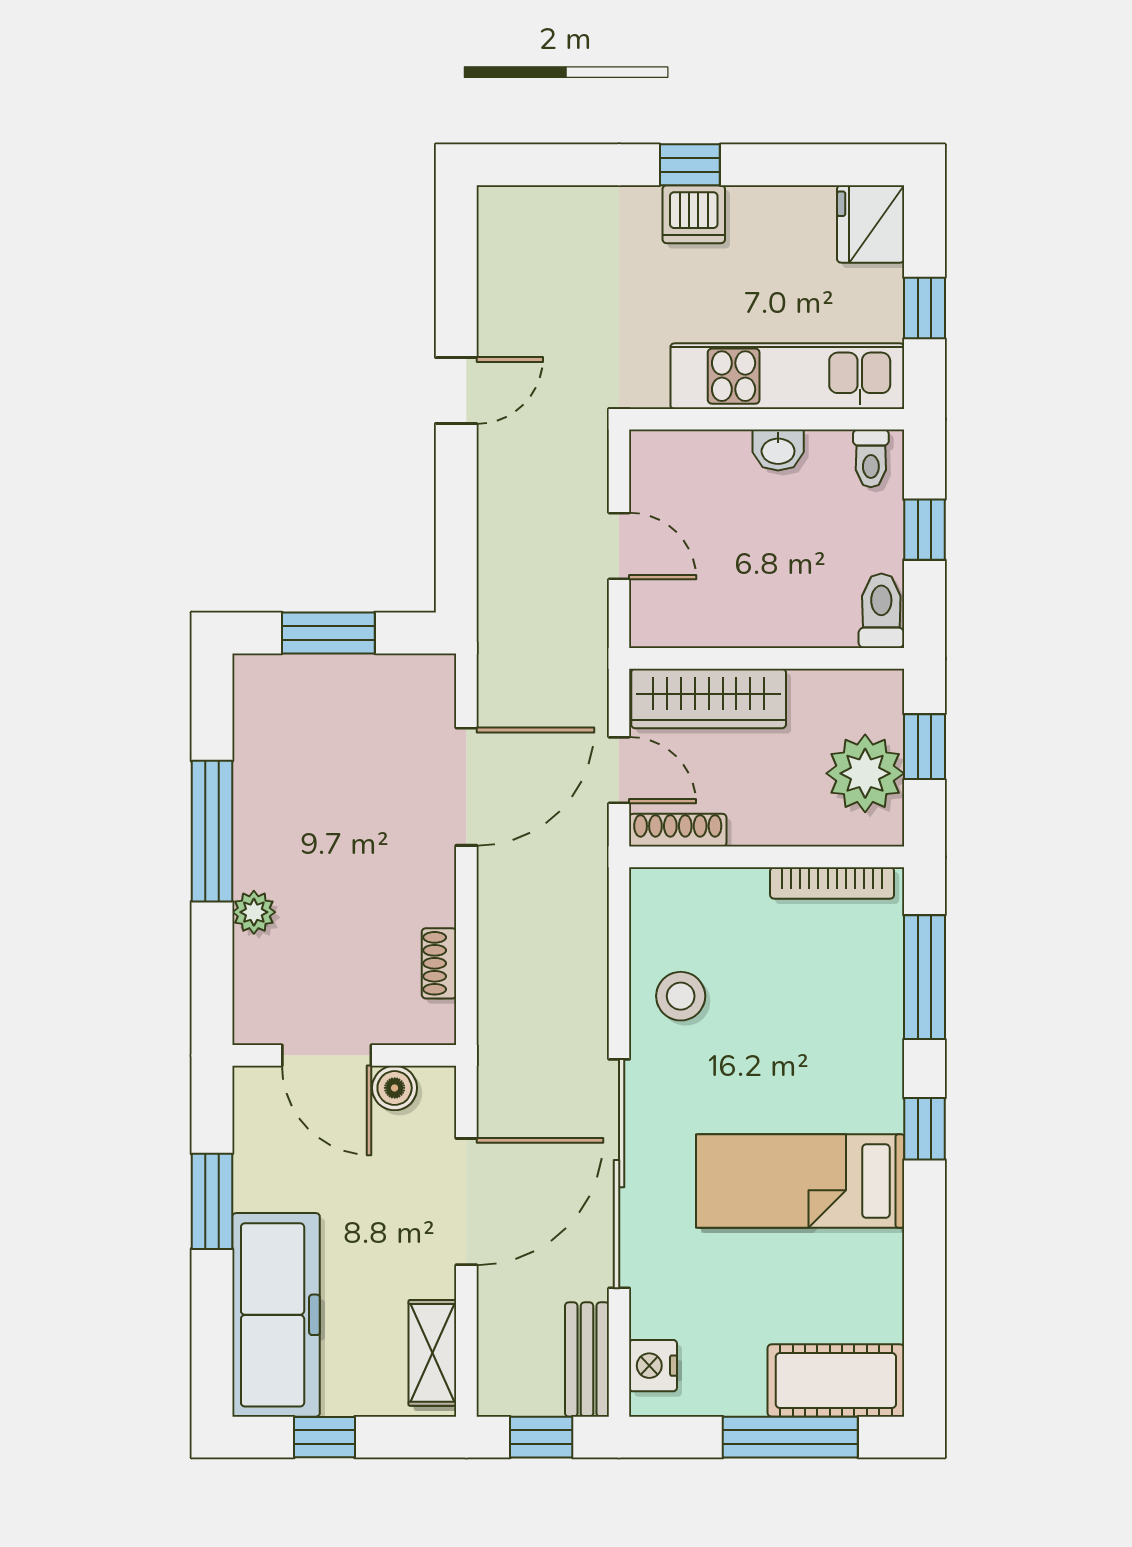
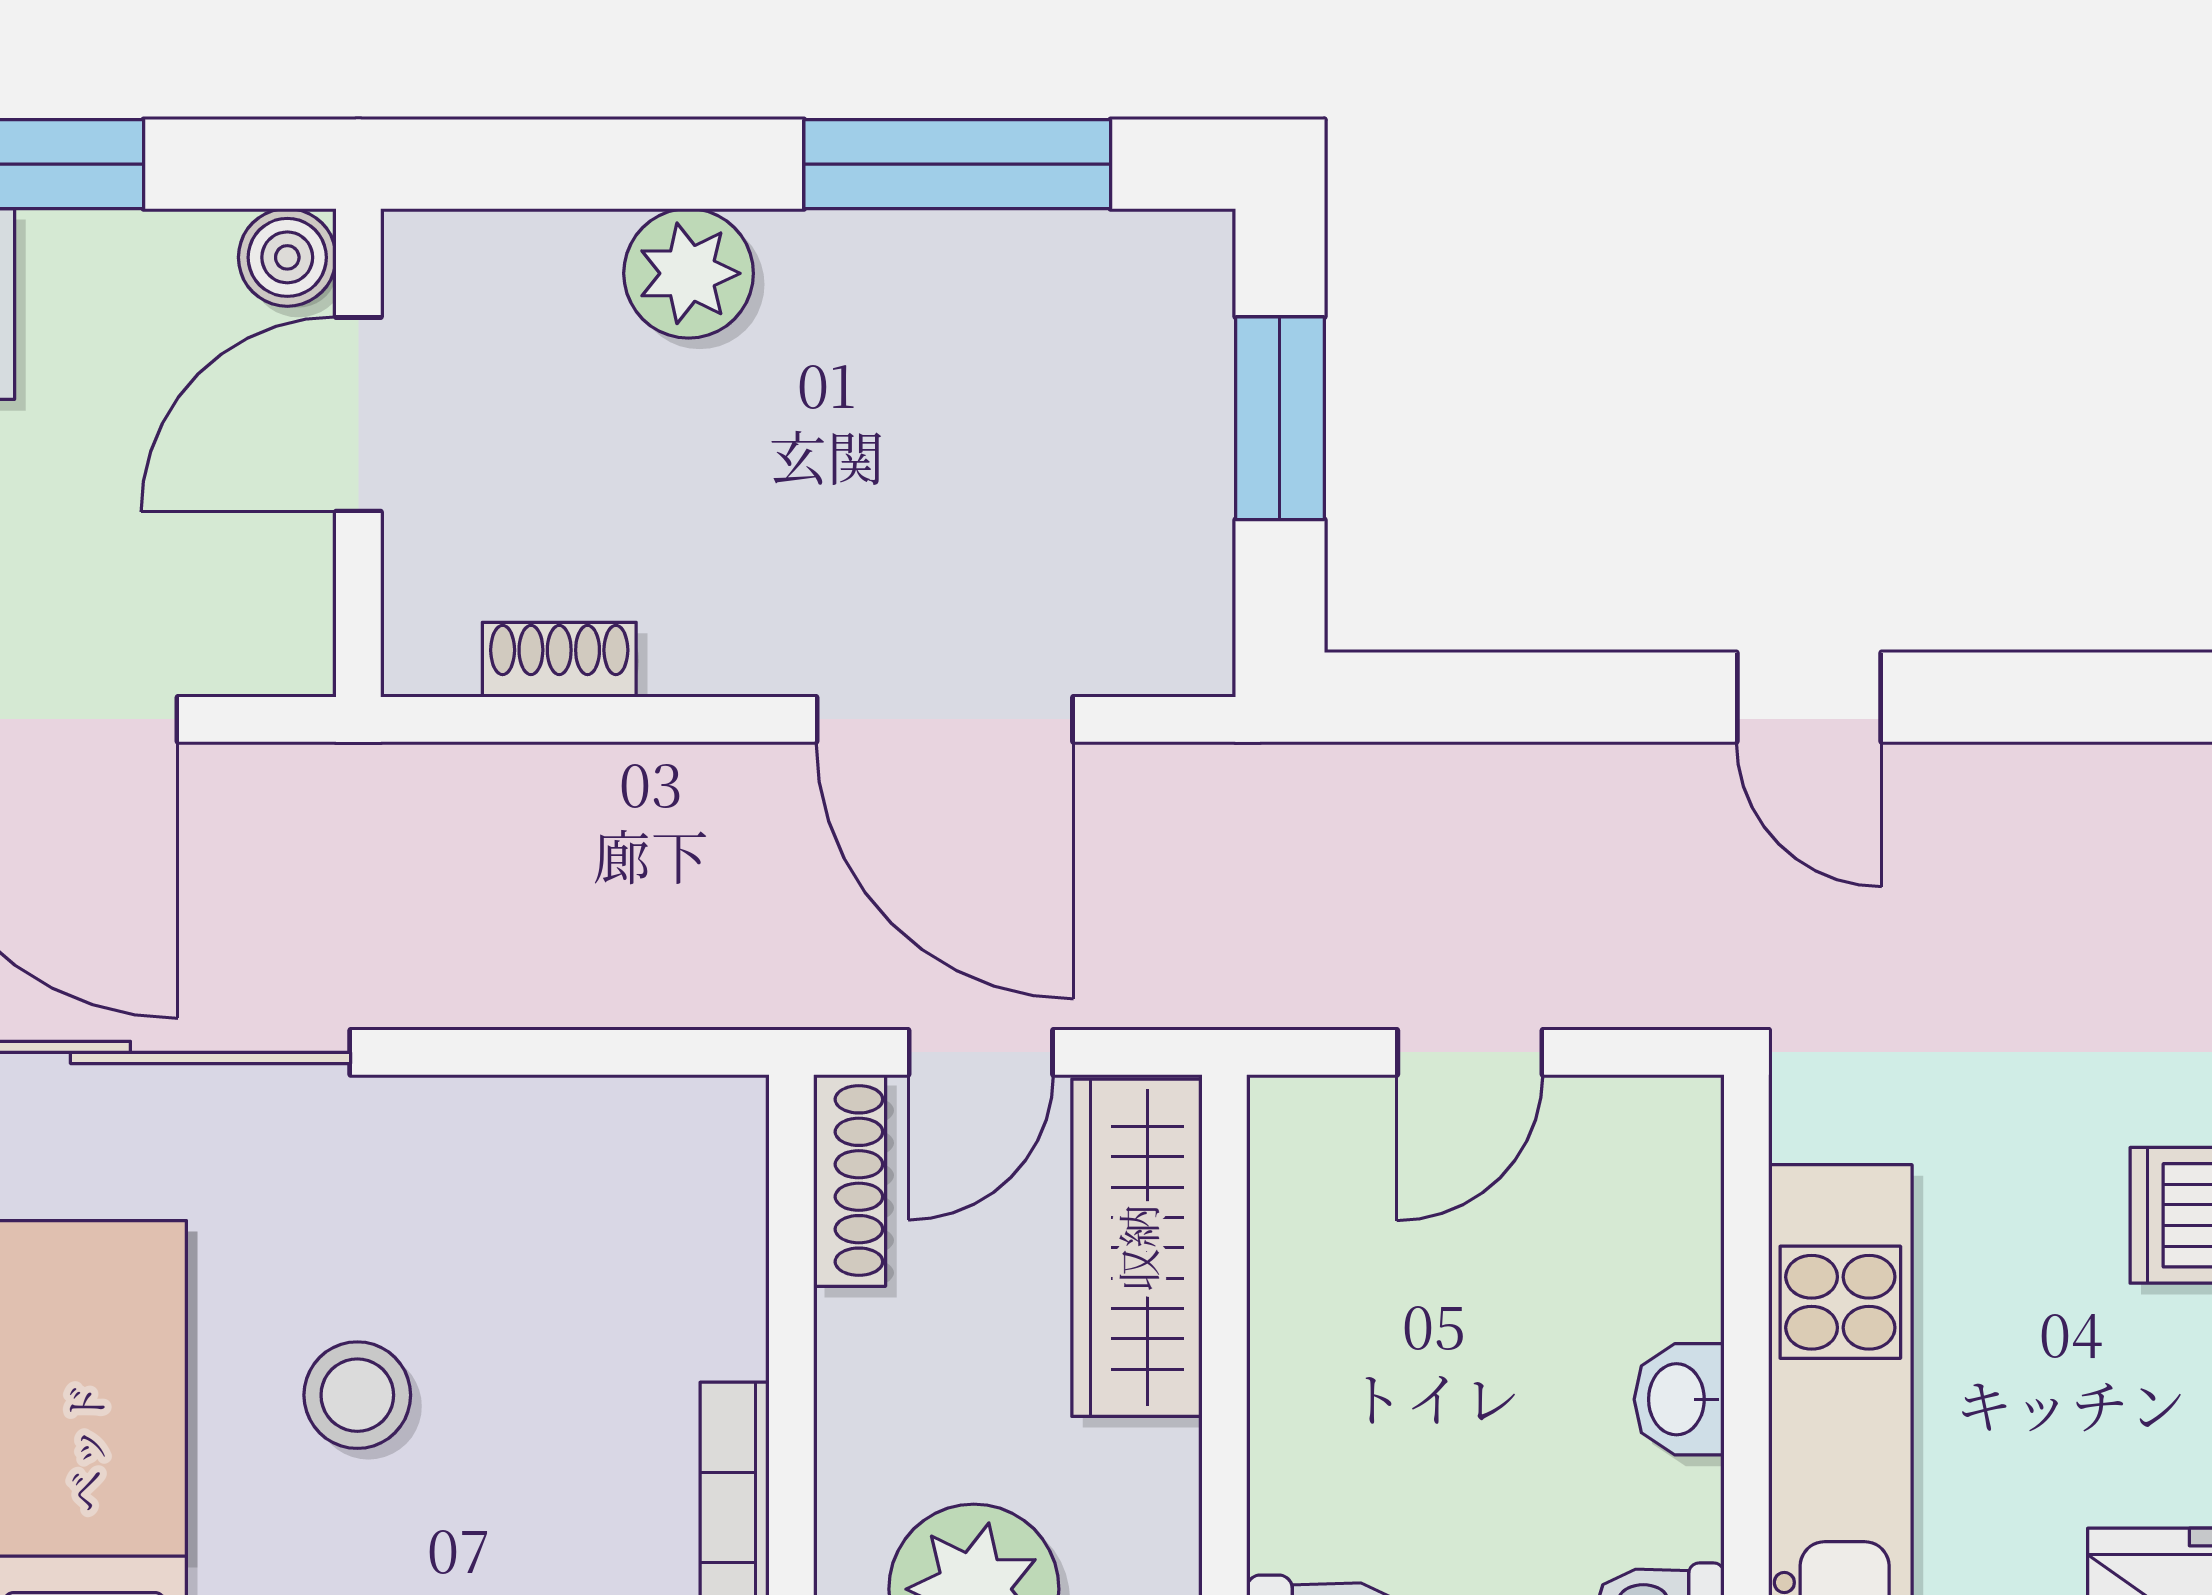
window: (212, 831) -> (957, 164), moved
plant: (254, 912) -> (689, 273), width x1.38, depth x1.38
stool: (681, 996) -> (357, 1395), moved
boiler: (395, 1088) -> (287, 257), moved

